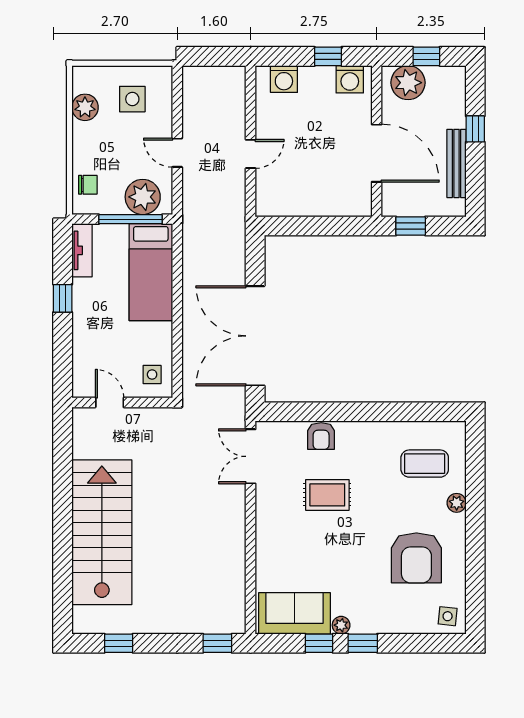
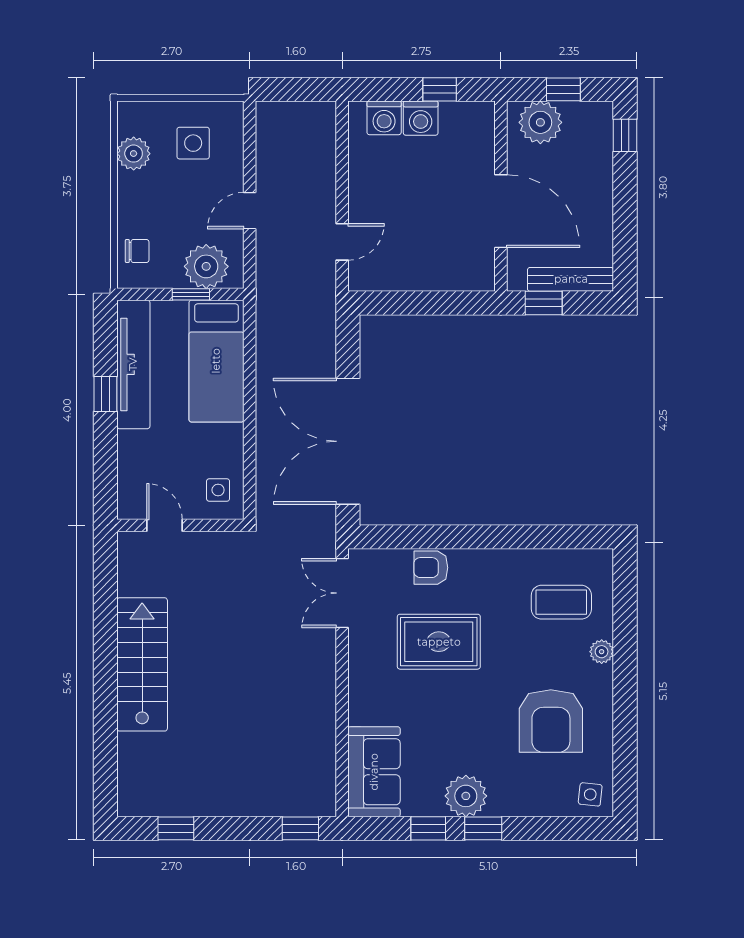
washing machine: (350, 79) -> (421, 118), moved
window: (475, 129) -> (625, 135), moved
door: (177, 153) -> (250, 211), hinge flipped
door: (251, 154) -> (342, 242), moved
bench: (456, 163) -> (571, 279), moved, turned 90
window: (131, 219) -> (191, 294), width x0.46
tv unit: (82, 250) -> (133, 364), width x1.92, depth x1.29
armchair: (321, 436) -> (431, 568), turned 90
rug: (327, 495) -> (439, 642), width x1.36, depth x1.43
stairs: (102, 532) -> (142, 664), width x0.73, depth x0.66
sofa: (295, 613) -> (374, 772), moved, turned 90
plant: (341, 625) -> (466, 796), width x1.87, depth x1.87

